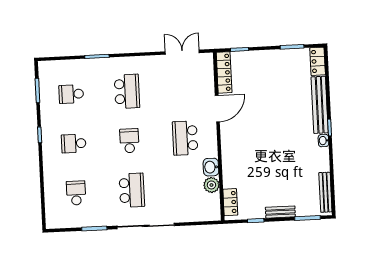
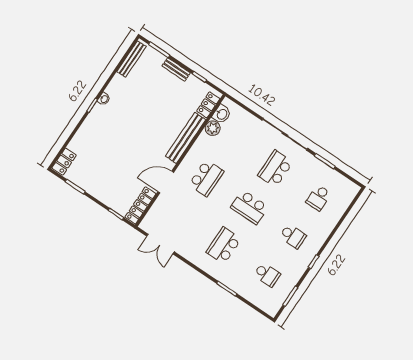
bench: (320, 105) -> (186, 138), moved
school desk: (129, 141) -> (250, 207), width x1.85
washbasin: (211, 167) -> (222, 114), moved

